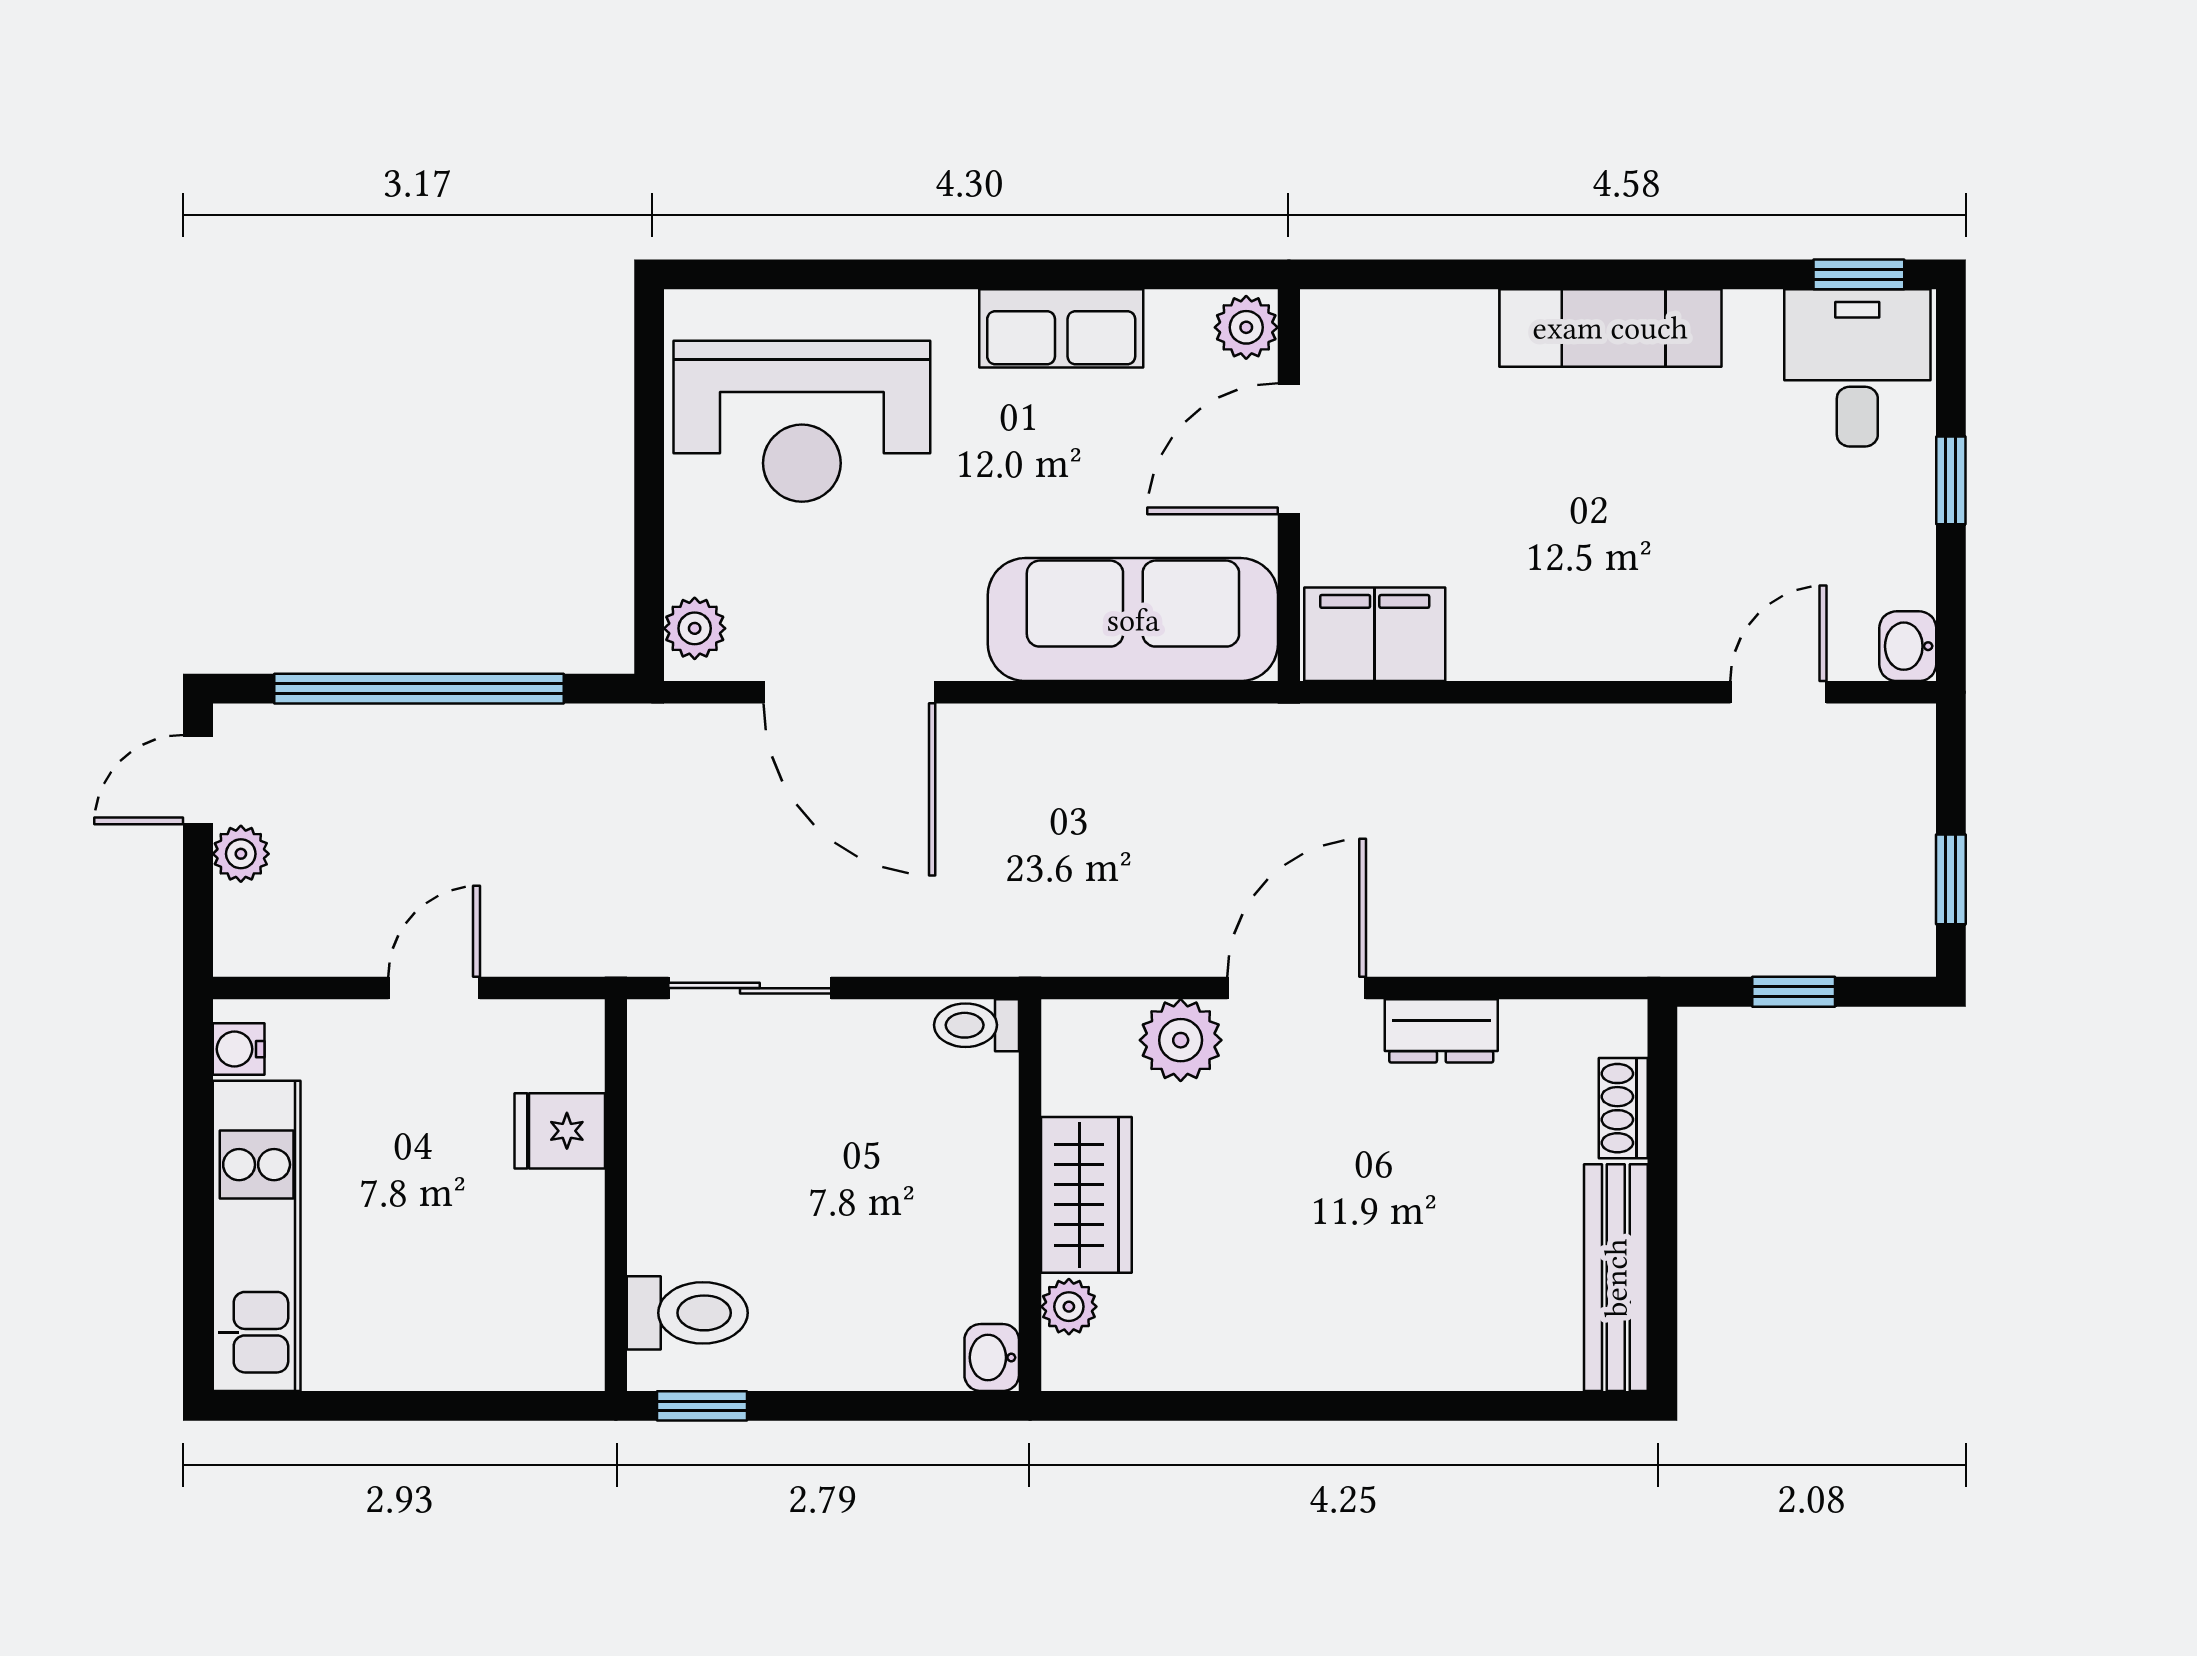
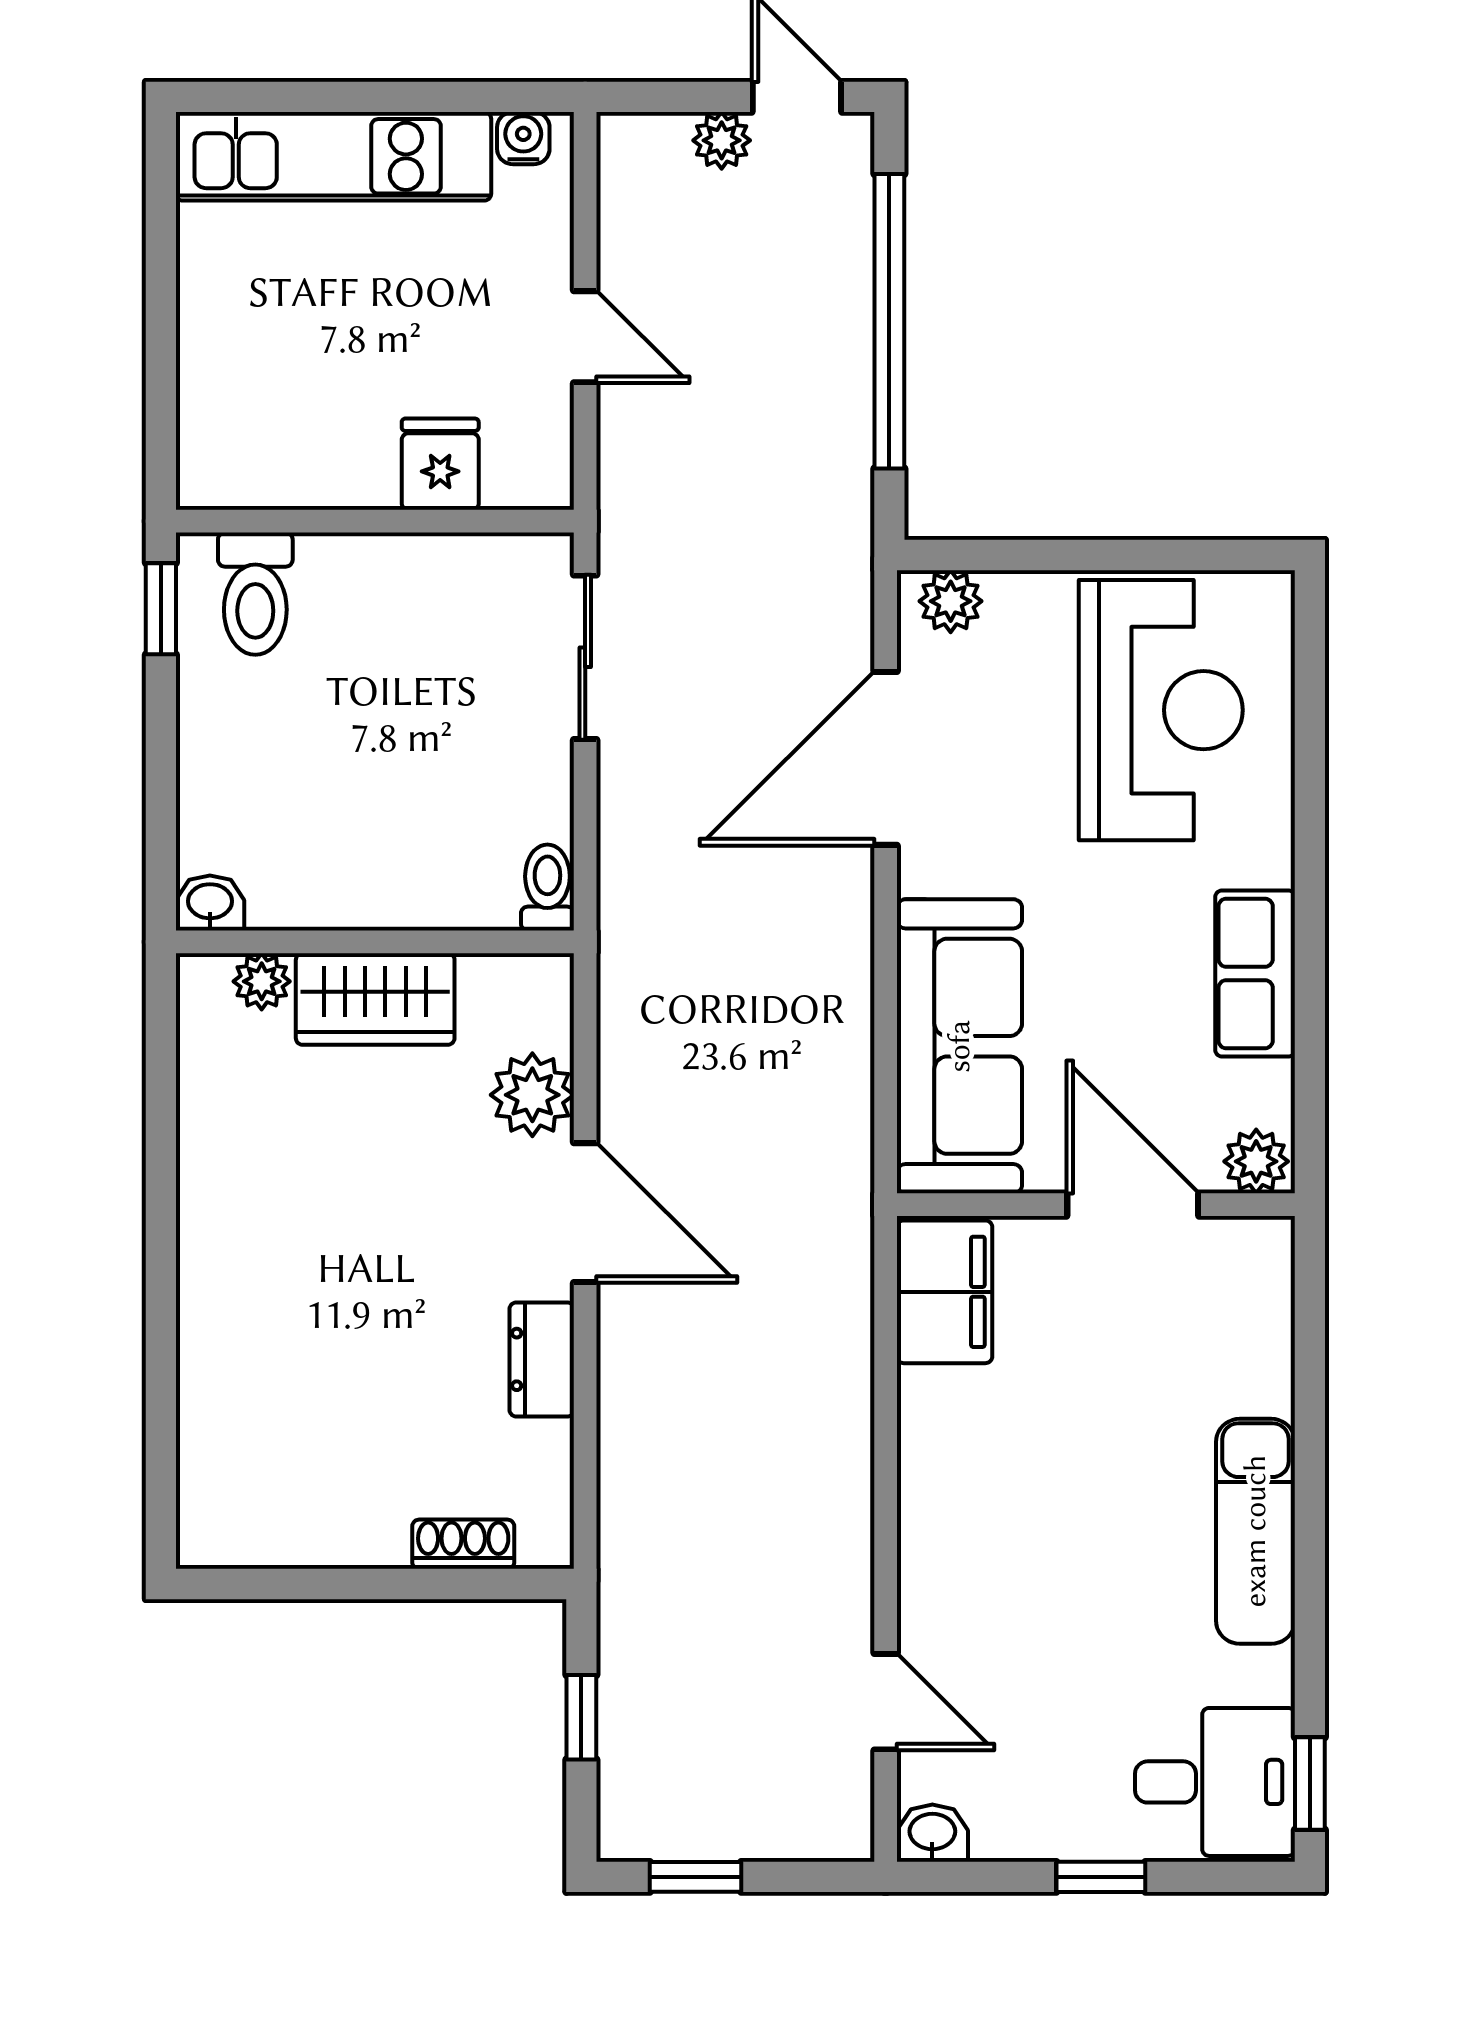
reception desk: (802, 421) -> (1161, 710), turned 180
bench: (1616, 1278) -> (291, 1537), removed

